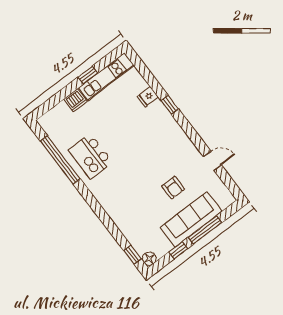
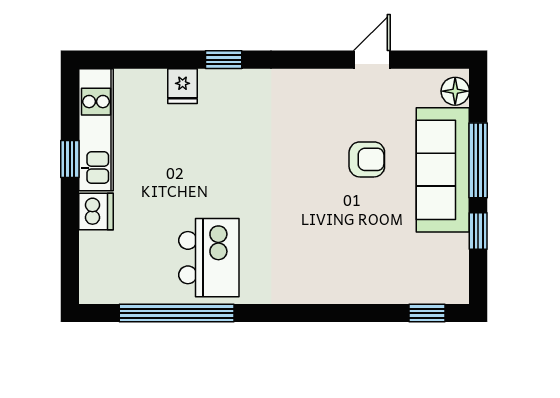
kitchen island: (91, 156) -> (209, 258), turned -90
floor lamp: (149, 259) -> (455, 91), moved

